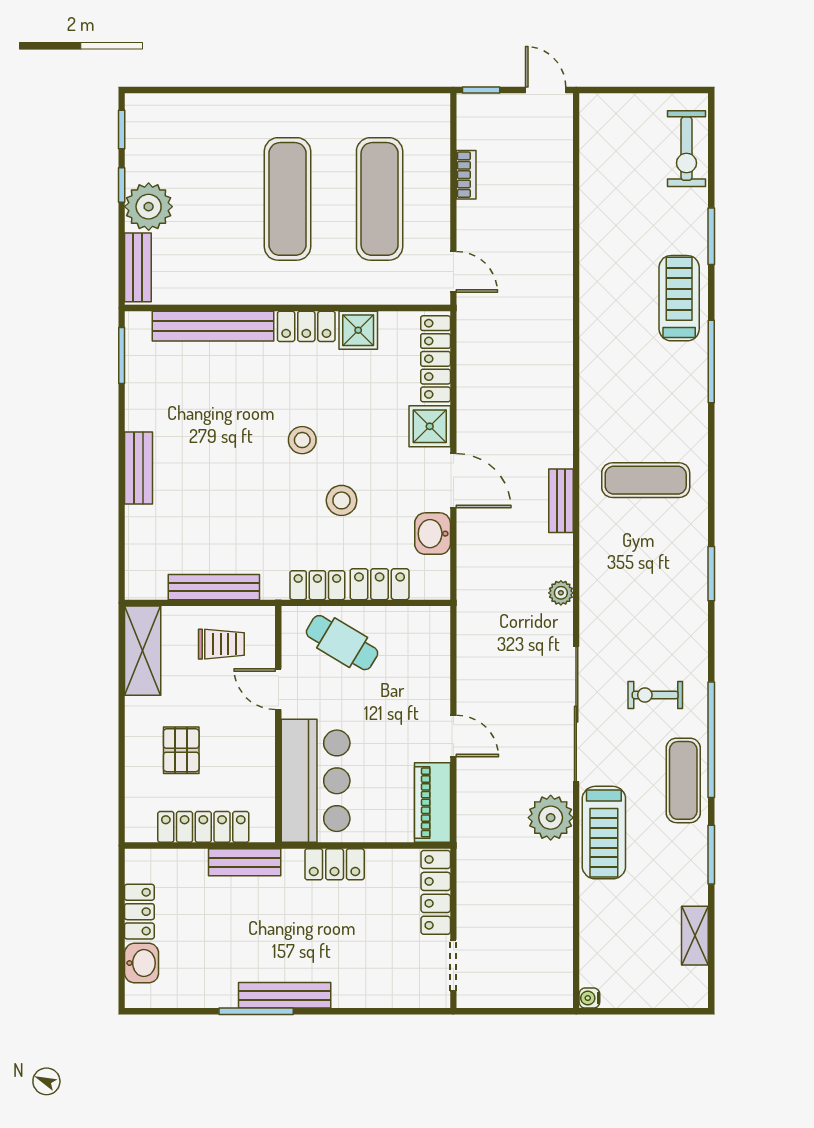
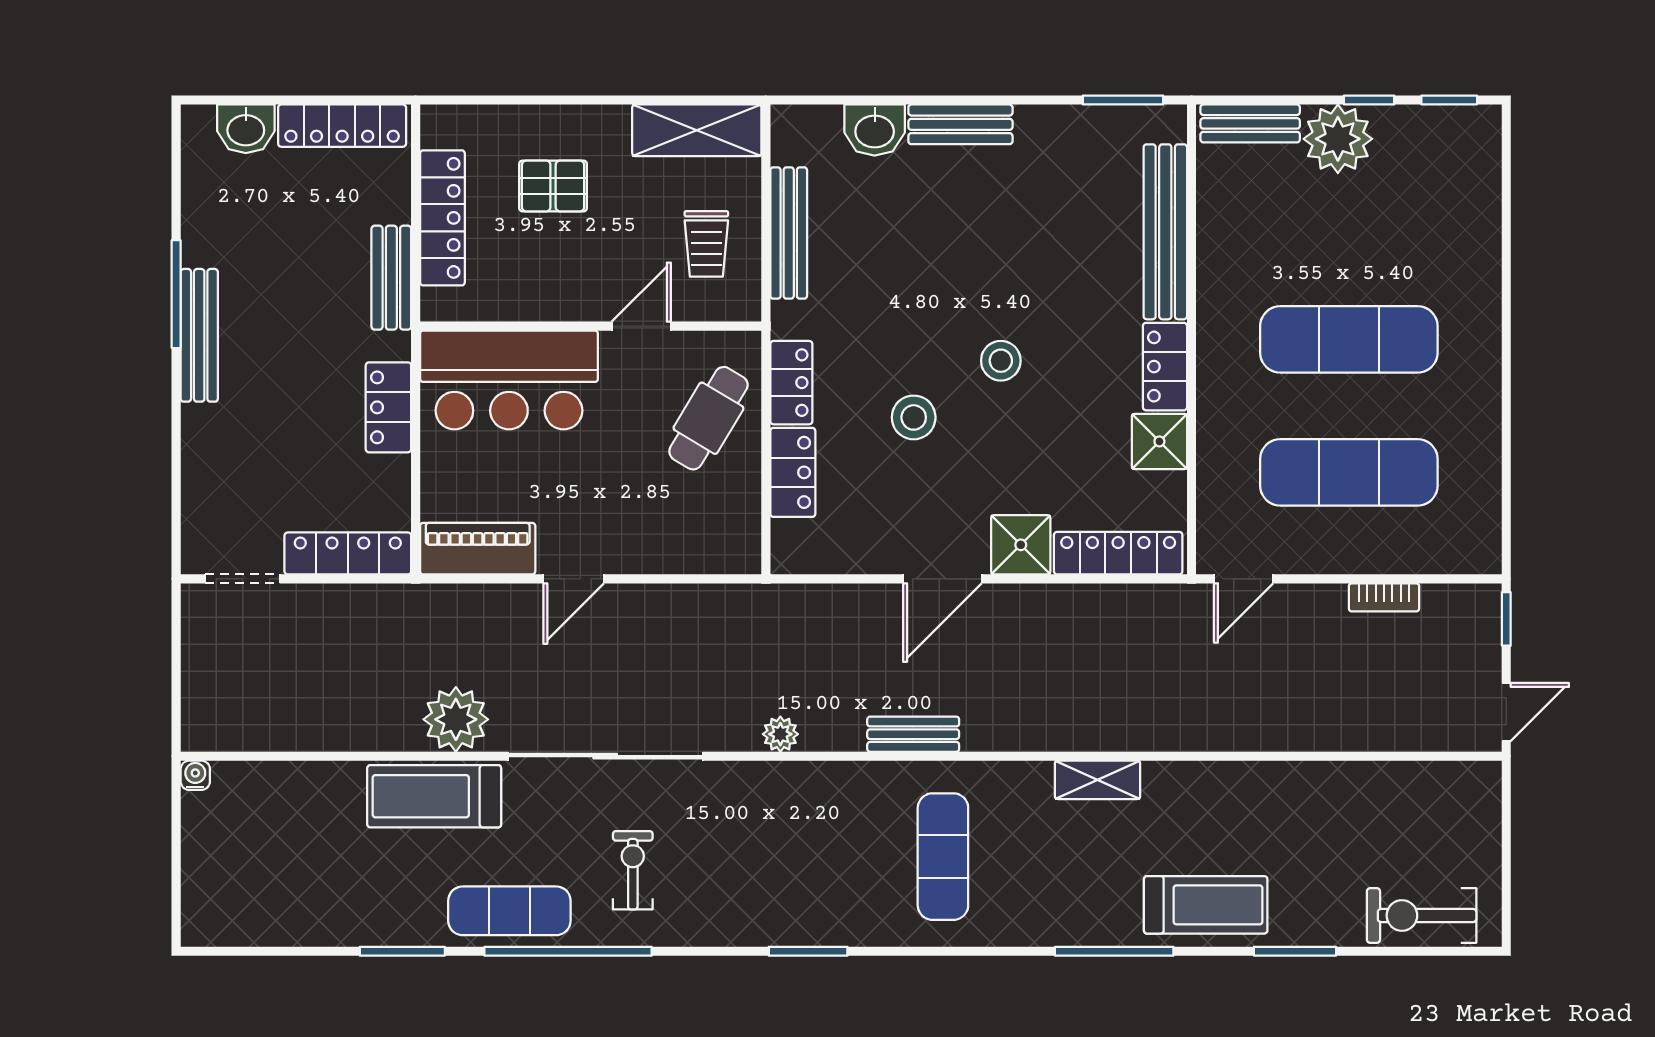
washbasin: (433, 534) -> (875, 130), moved, turned 180
locker: (139, 912) -> (342, 126), width x1.53
shelving: (695, 936) -> (1097, 780), moved

